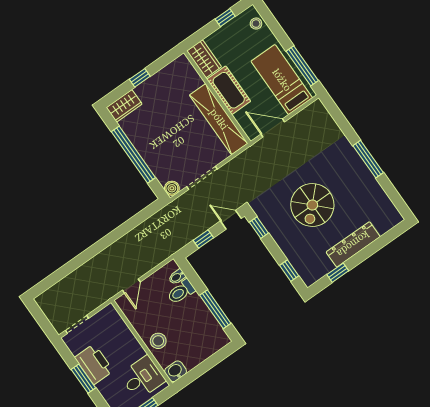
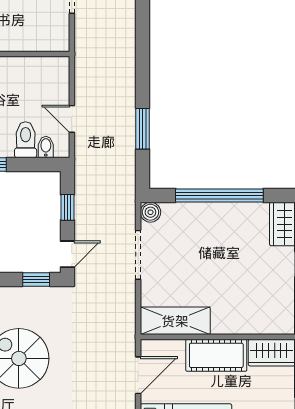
shelving: (219, 119) -> (175, 321), width x0.68
window: (126, 228) -> (143, 129), added
door: (131, 286) -> (72, 119), moved

